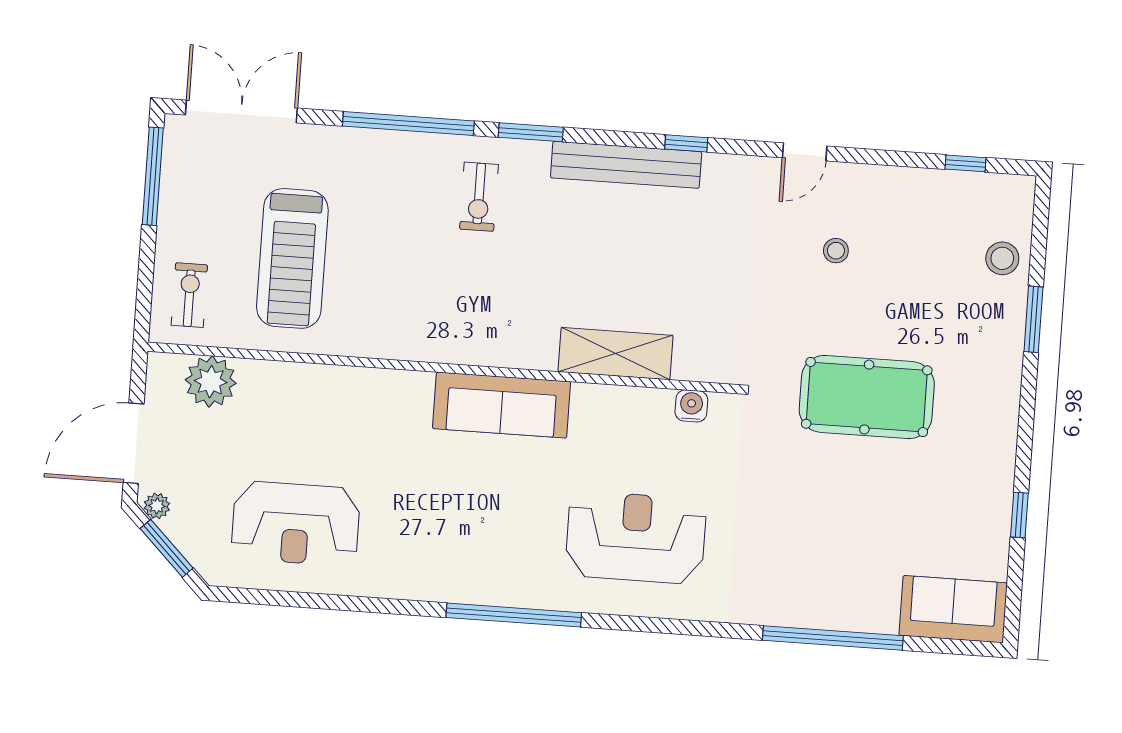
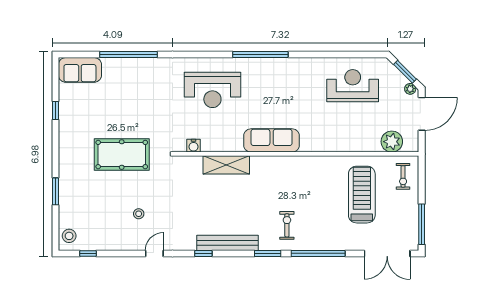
stool: (1002, 258) -> (69, 236), moved

